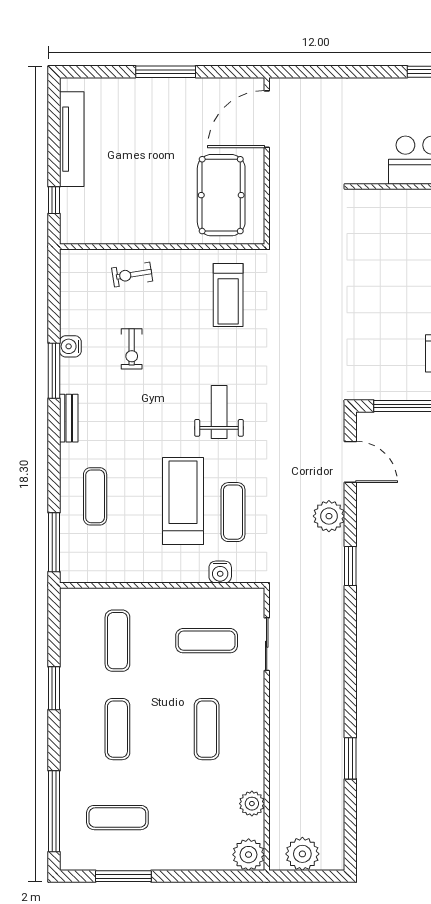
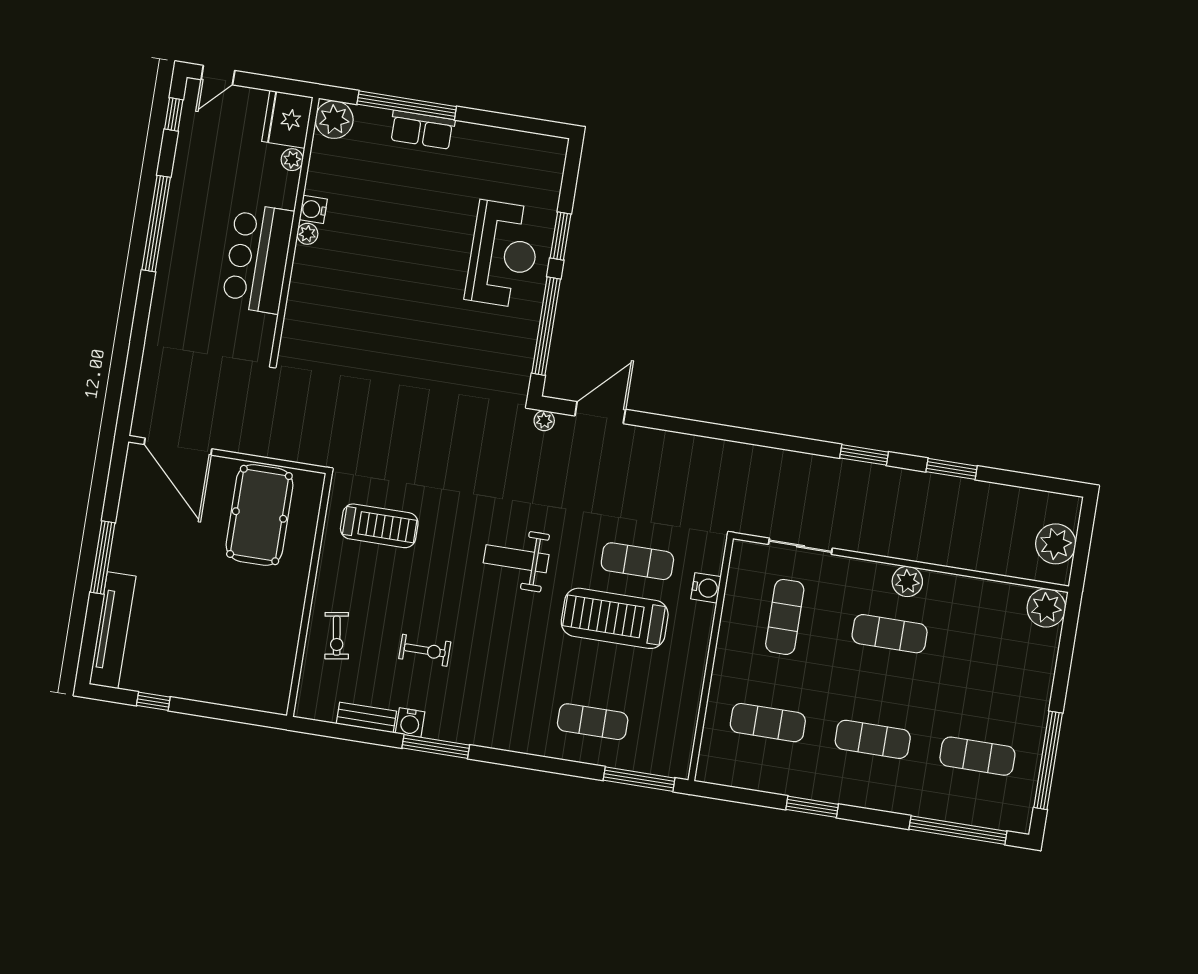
tv unit: (72, 139) -> (113, 630), moved, turned 90
pool table: (221, 195) -> (259, 515), turned 90
window: (54, 200) -> (153, 701), moved
bench: (69, 418) -> (366, 718), moved
plant: (329, 516) -> (544, 421), moved, width x0.53, depth x0.53
window: (350, 566) -> (864, 455), moved
plant: (252, 804) -> (907, 581), moved
exercise mat: (117, 818) -> (977, 756), turned 90
window: (123, 876) -> (1048, 760), width x1.46

